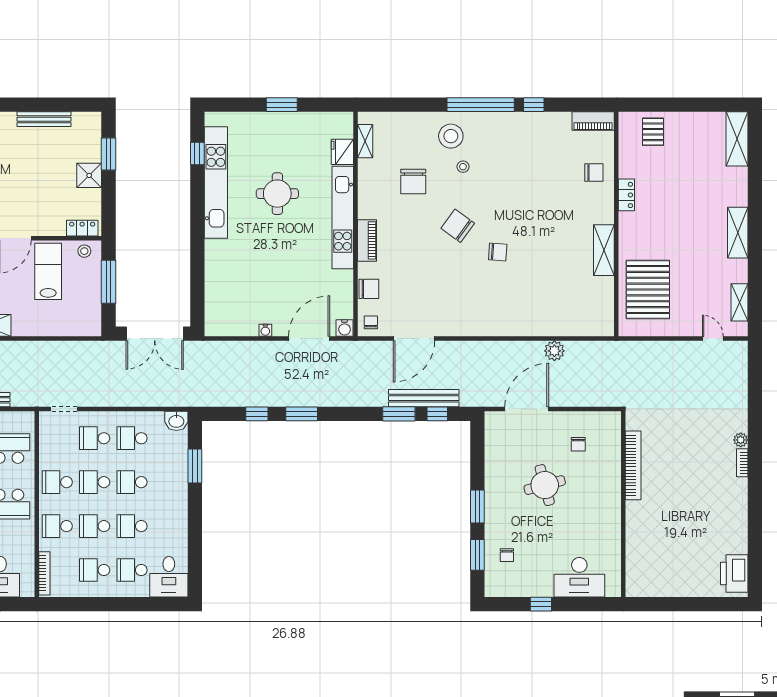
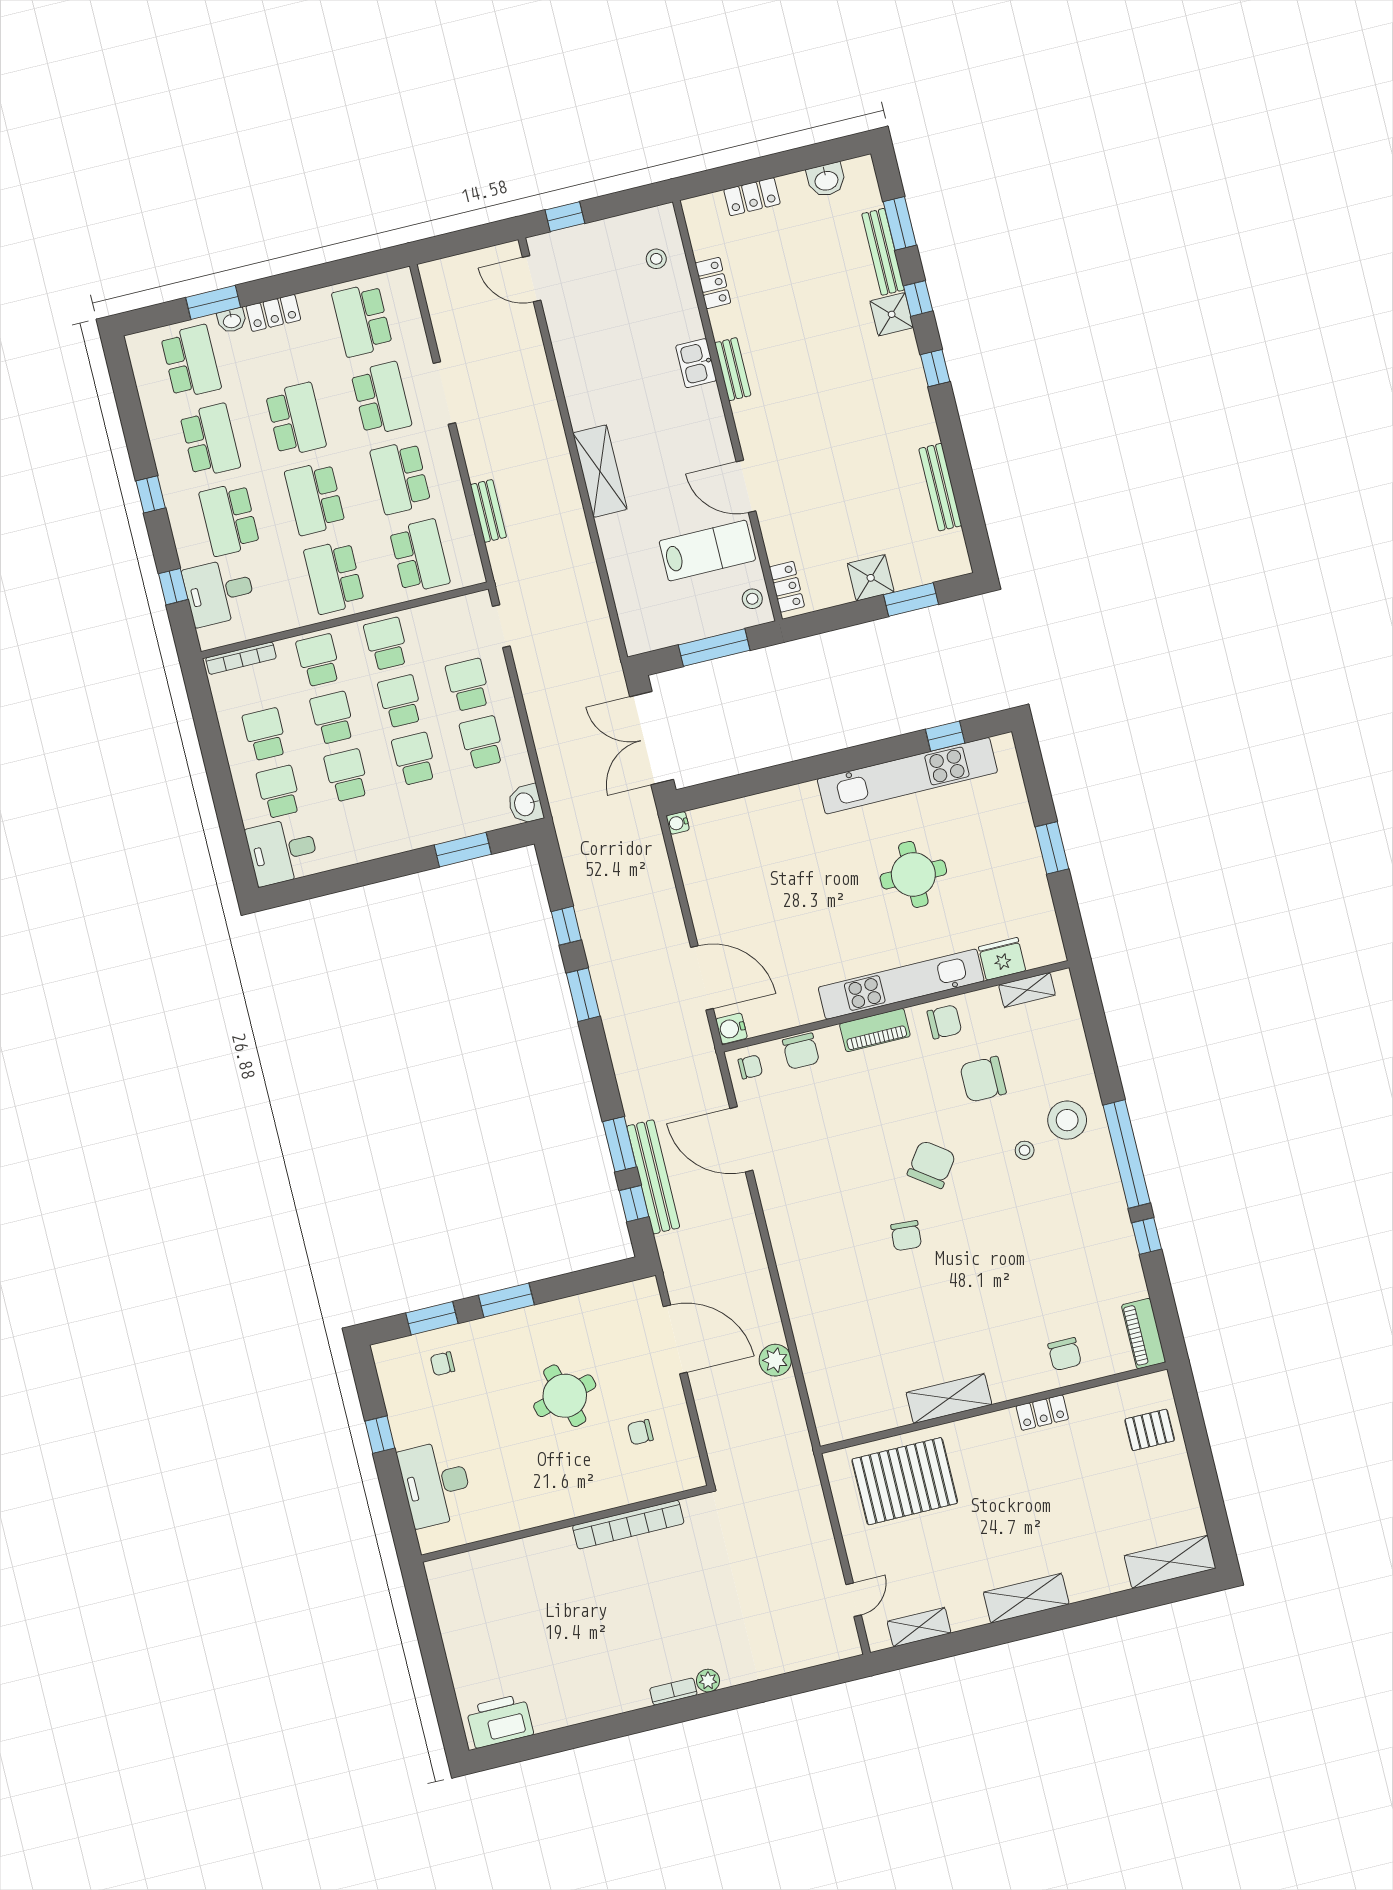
chair: (372, 197) -> (944, 1022), added
water cooler: (265, 330) -> (678, 823), moved

